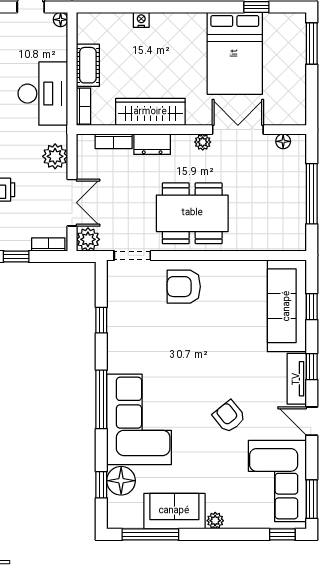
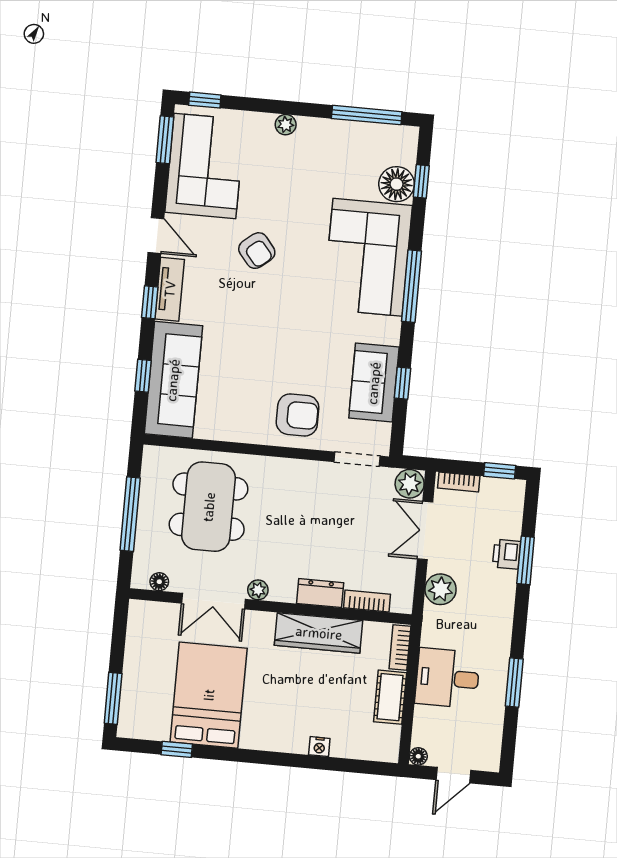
desk: (43, 94) -> (447, 678), width x0.73
dining table: (192, 213) -> (209, 507), moved, turned 90
sofa: (174, 511) -> (374, 383), moved, turned 90

